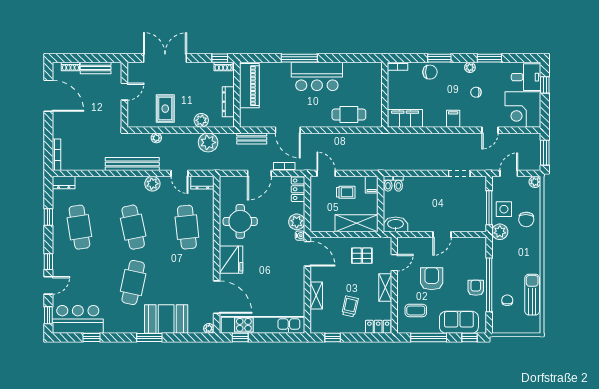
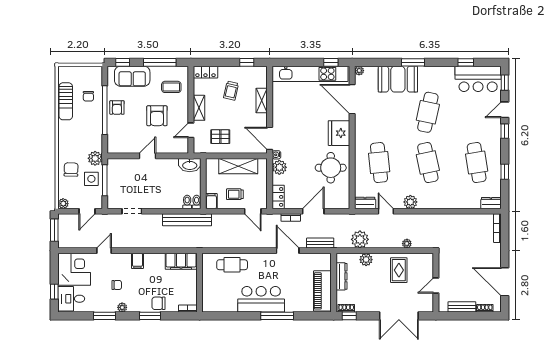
bench: (132, 164) -> (187, 220), moved
shelving: (357, 223) -> (238, 166), moved

